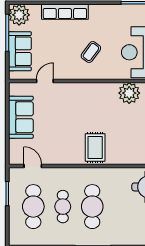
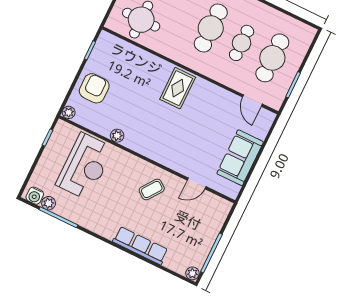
plant: (19, 15) -> (192, 273), width x0.53, depth x0.53
sofa: (20, 51) -> (208, 227), removed
coffee table: (91, 52) -> (152, 190), moved
plant: (129, 93) -> (117, 136), width x0.53, depth x0.53

